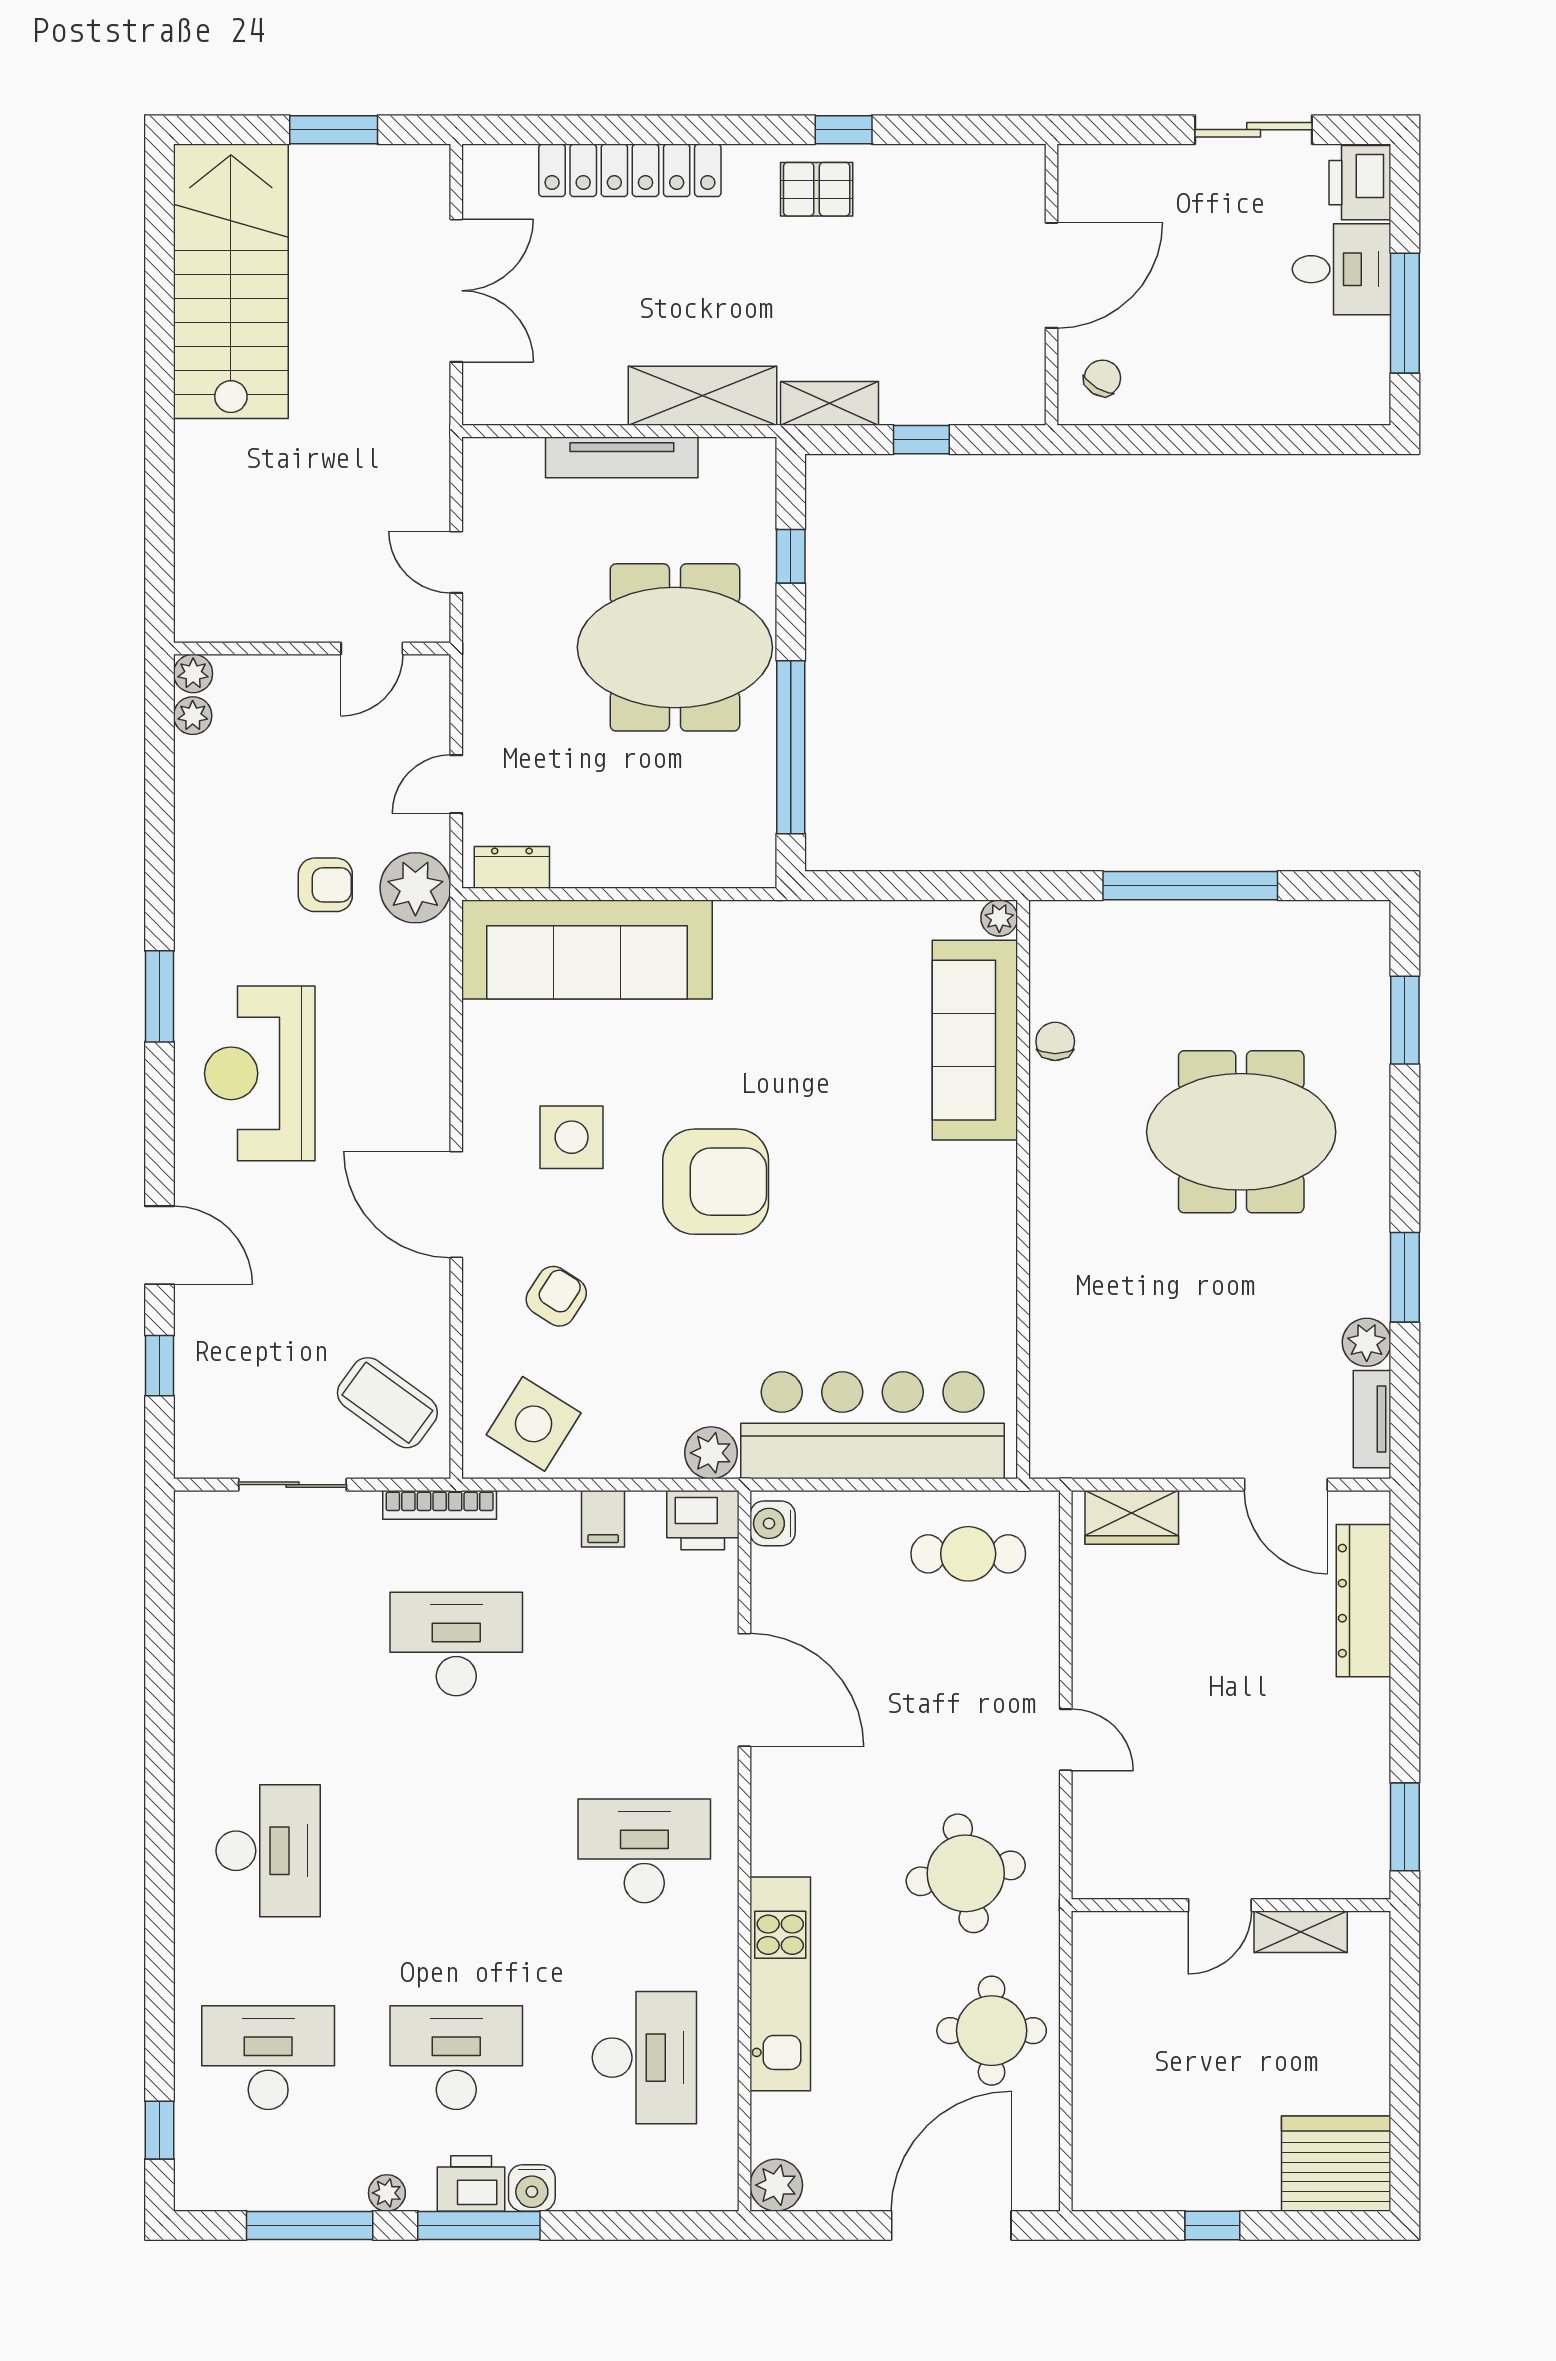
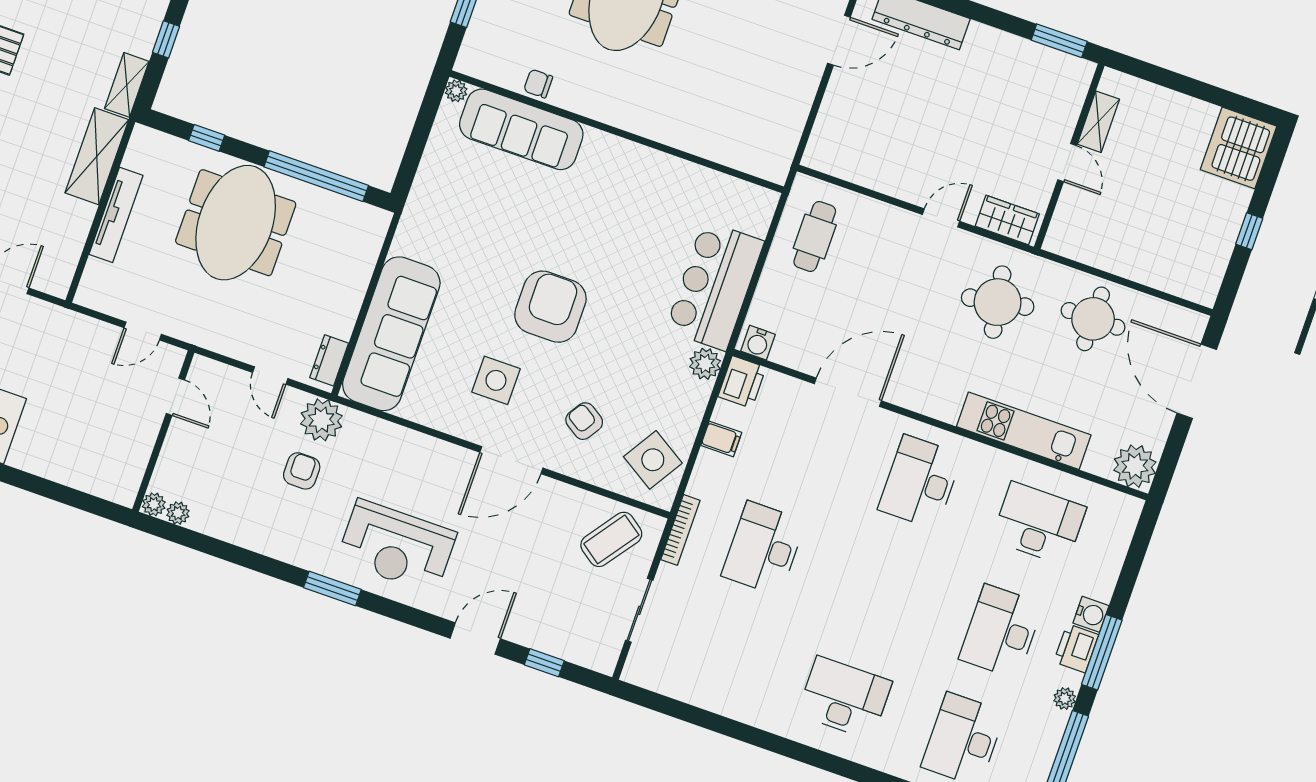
bar counter: (873, 1425) -> (715, 286), width x0.73
wardrobe: (1132, 1517) -> (1007, 220), moved, turned -90
plant: (776, 2185) -> (1135, 466), width x1.36, depth x1.36

